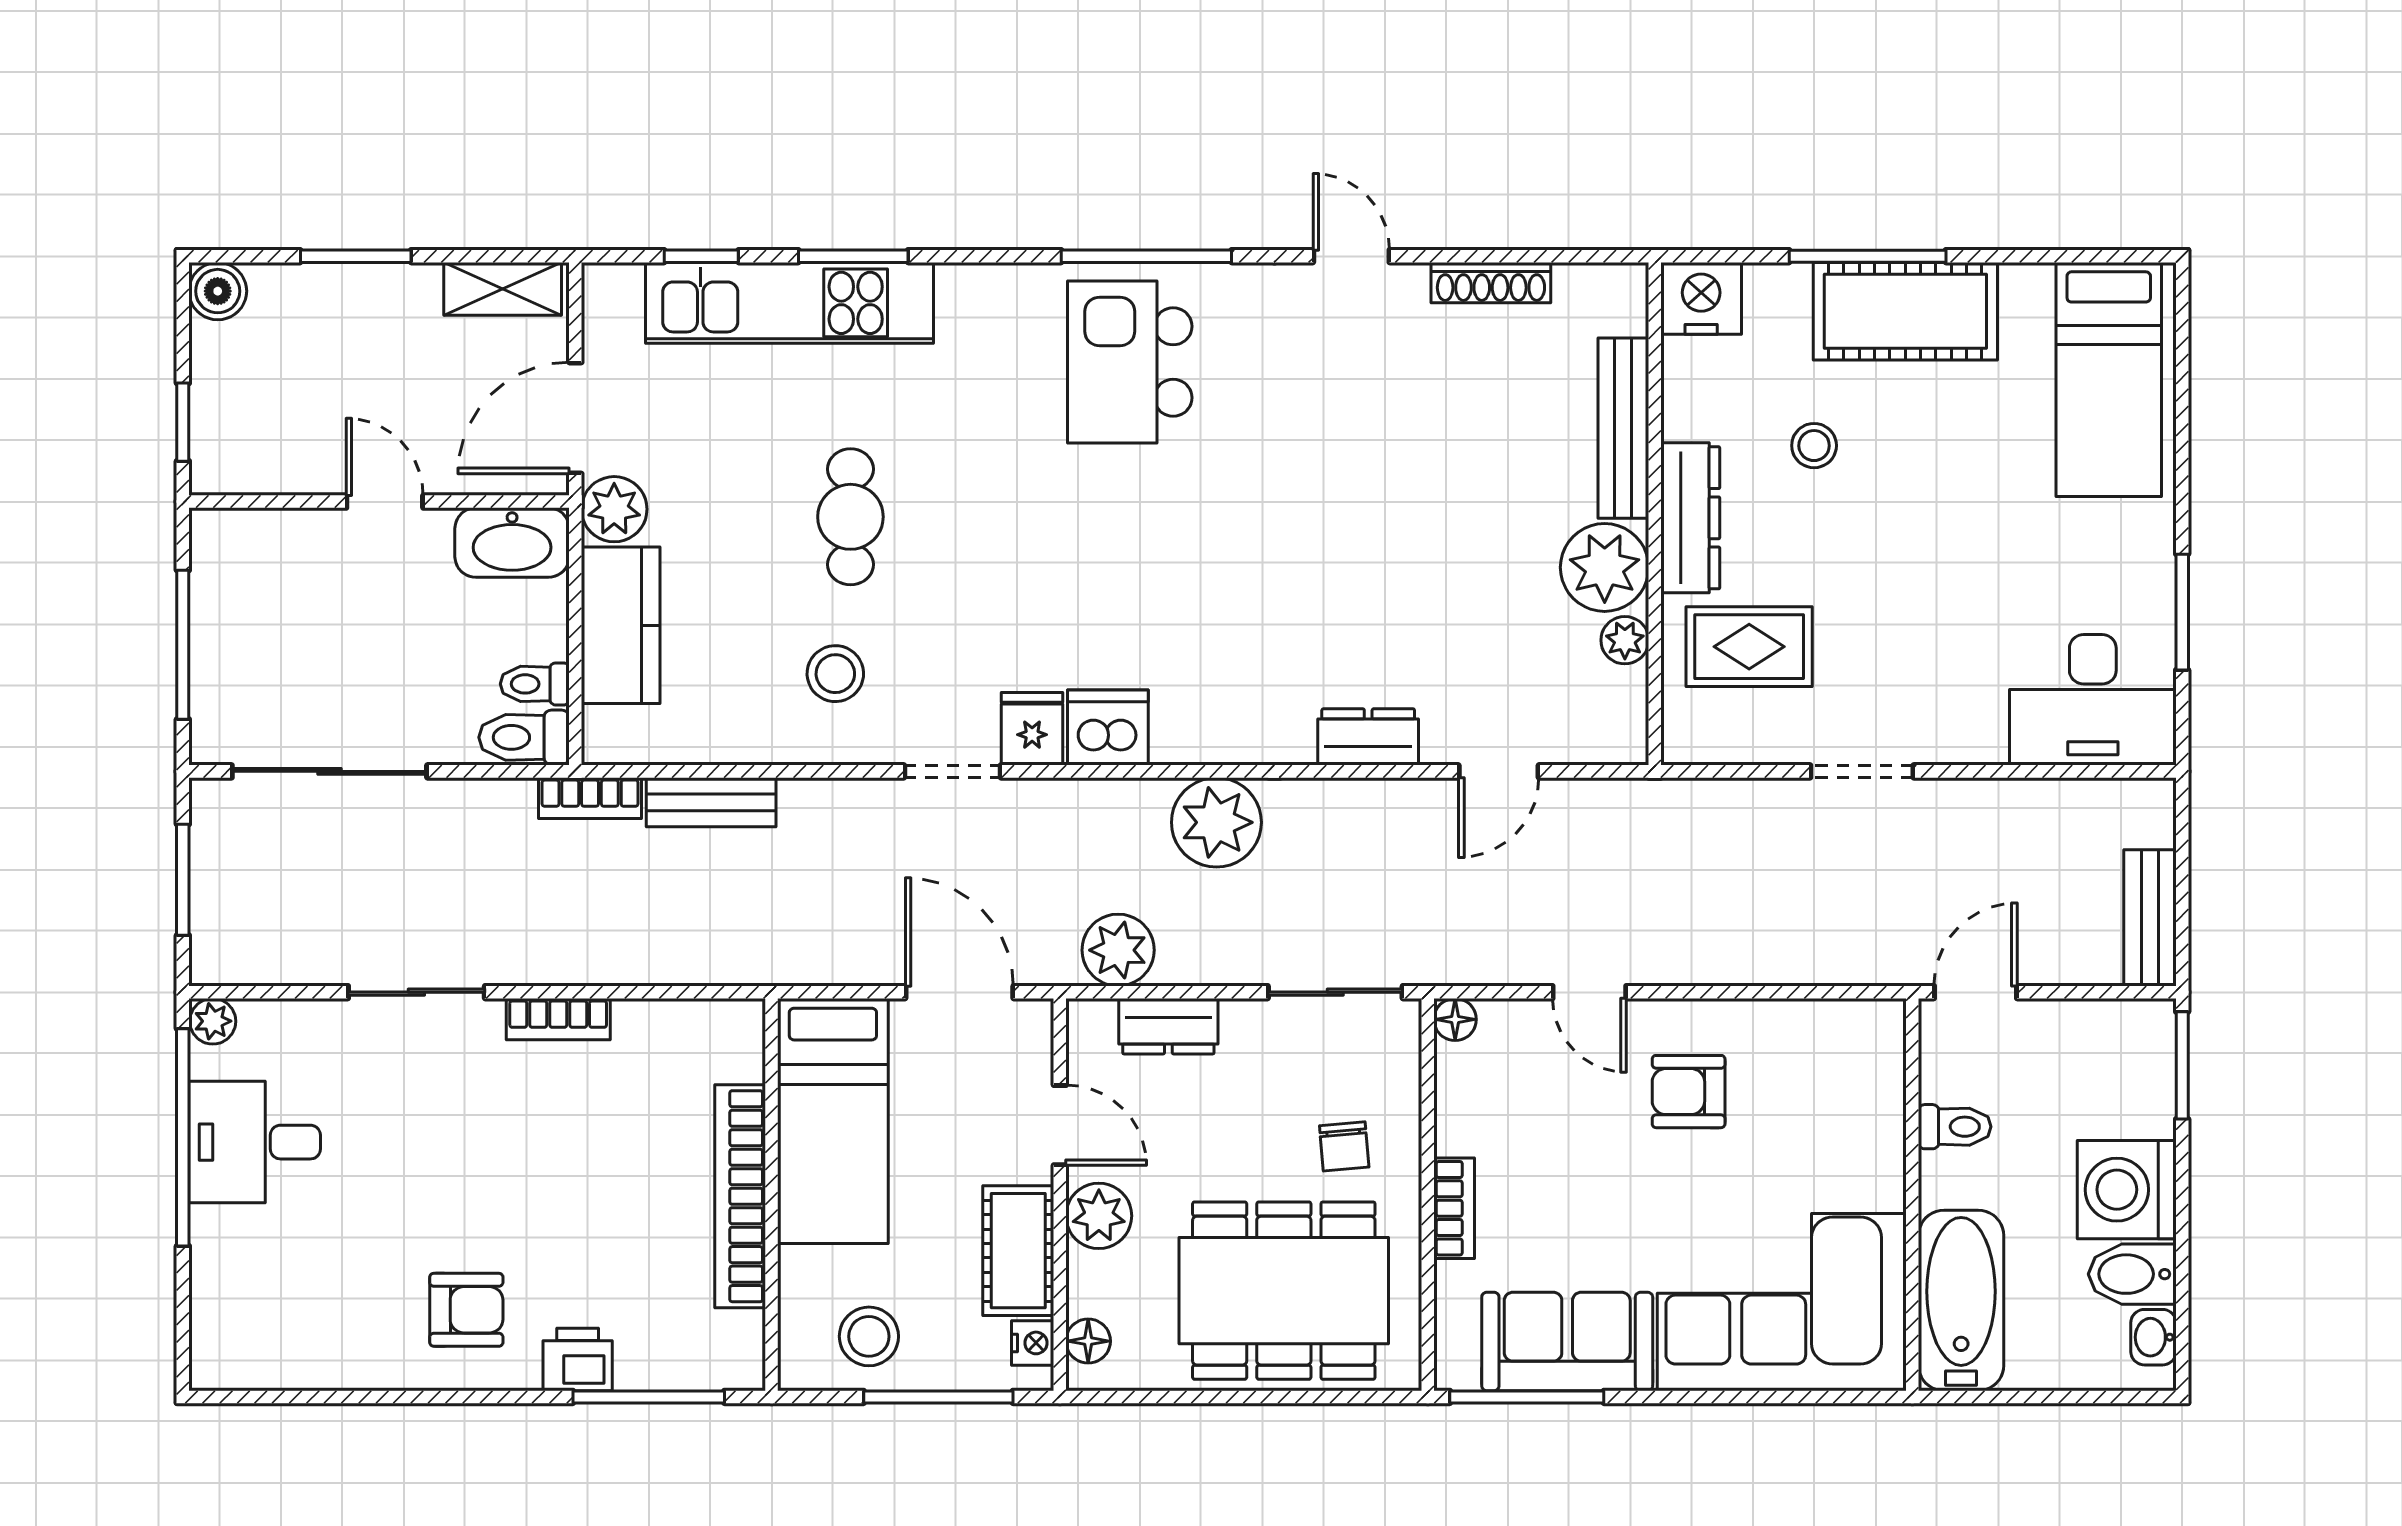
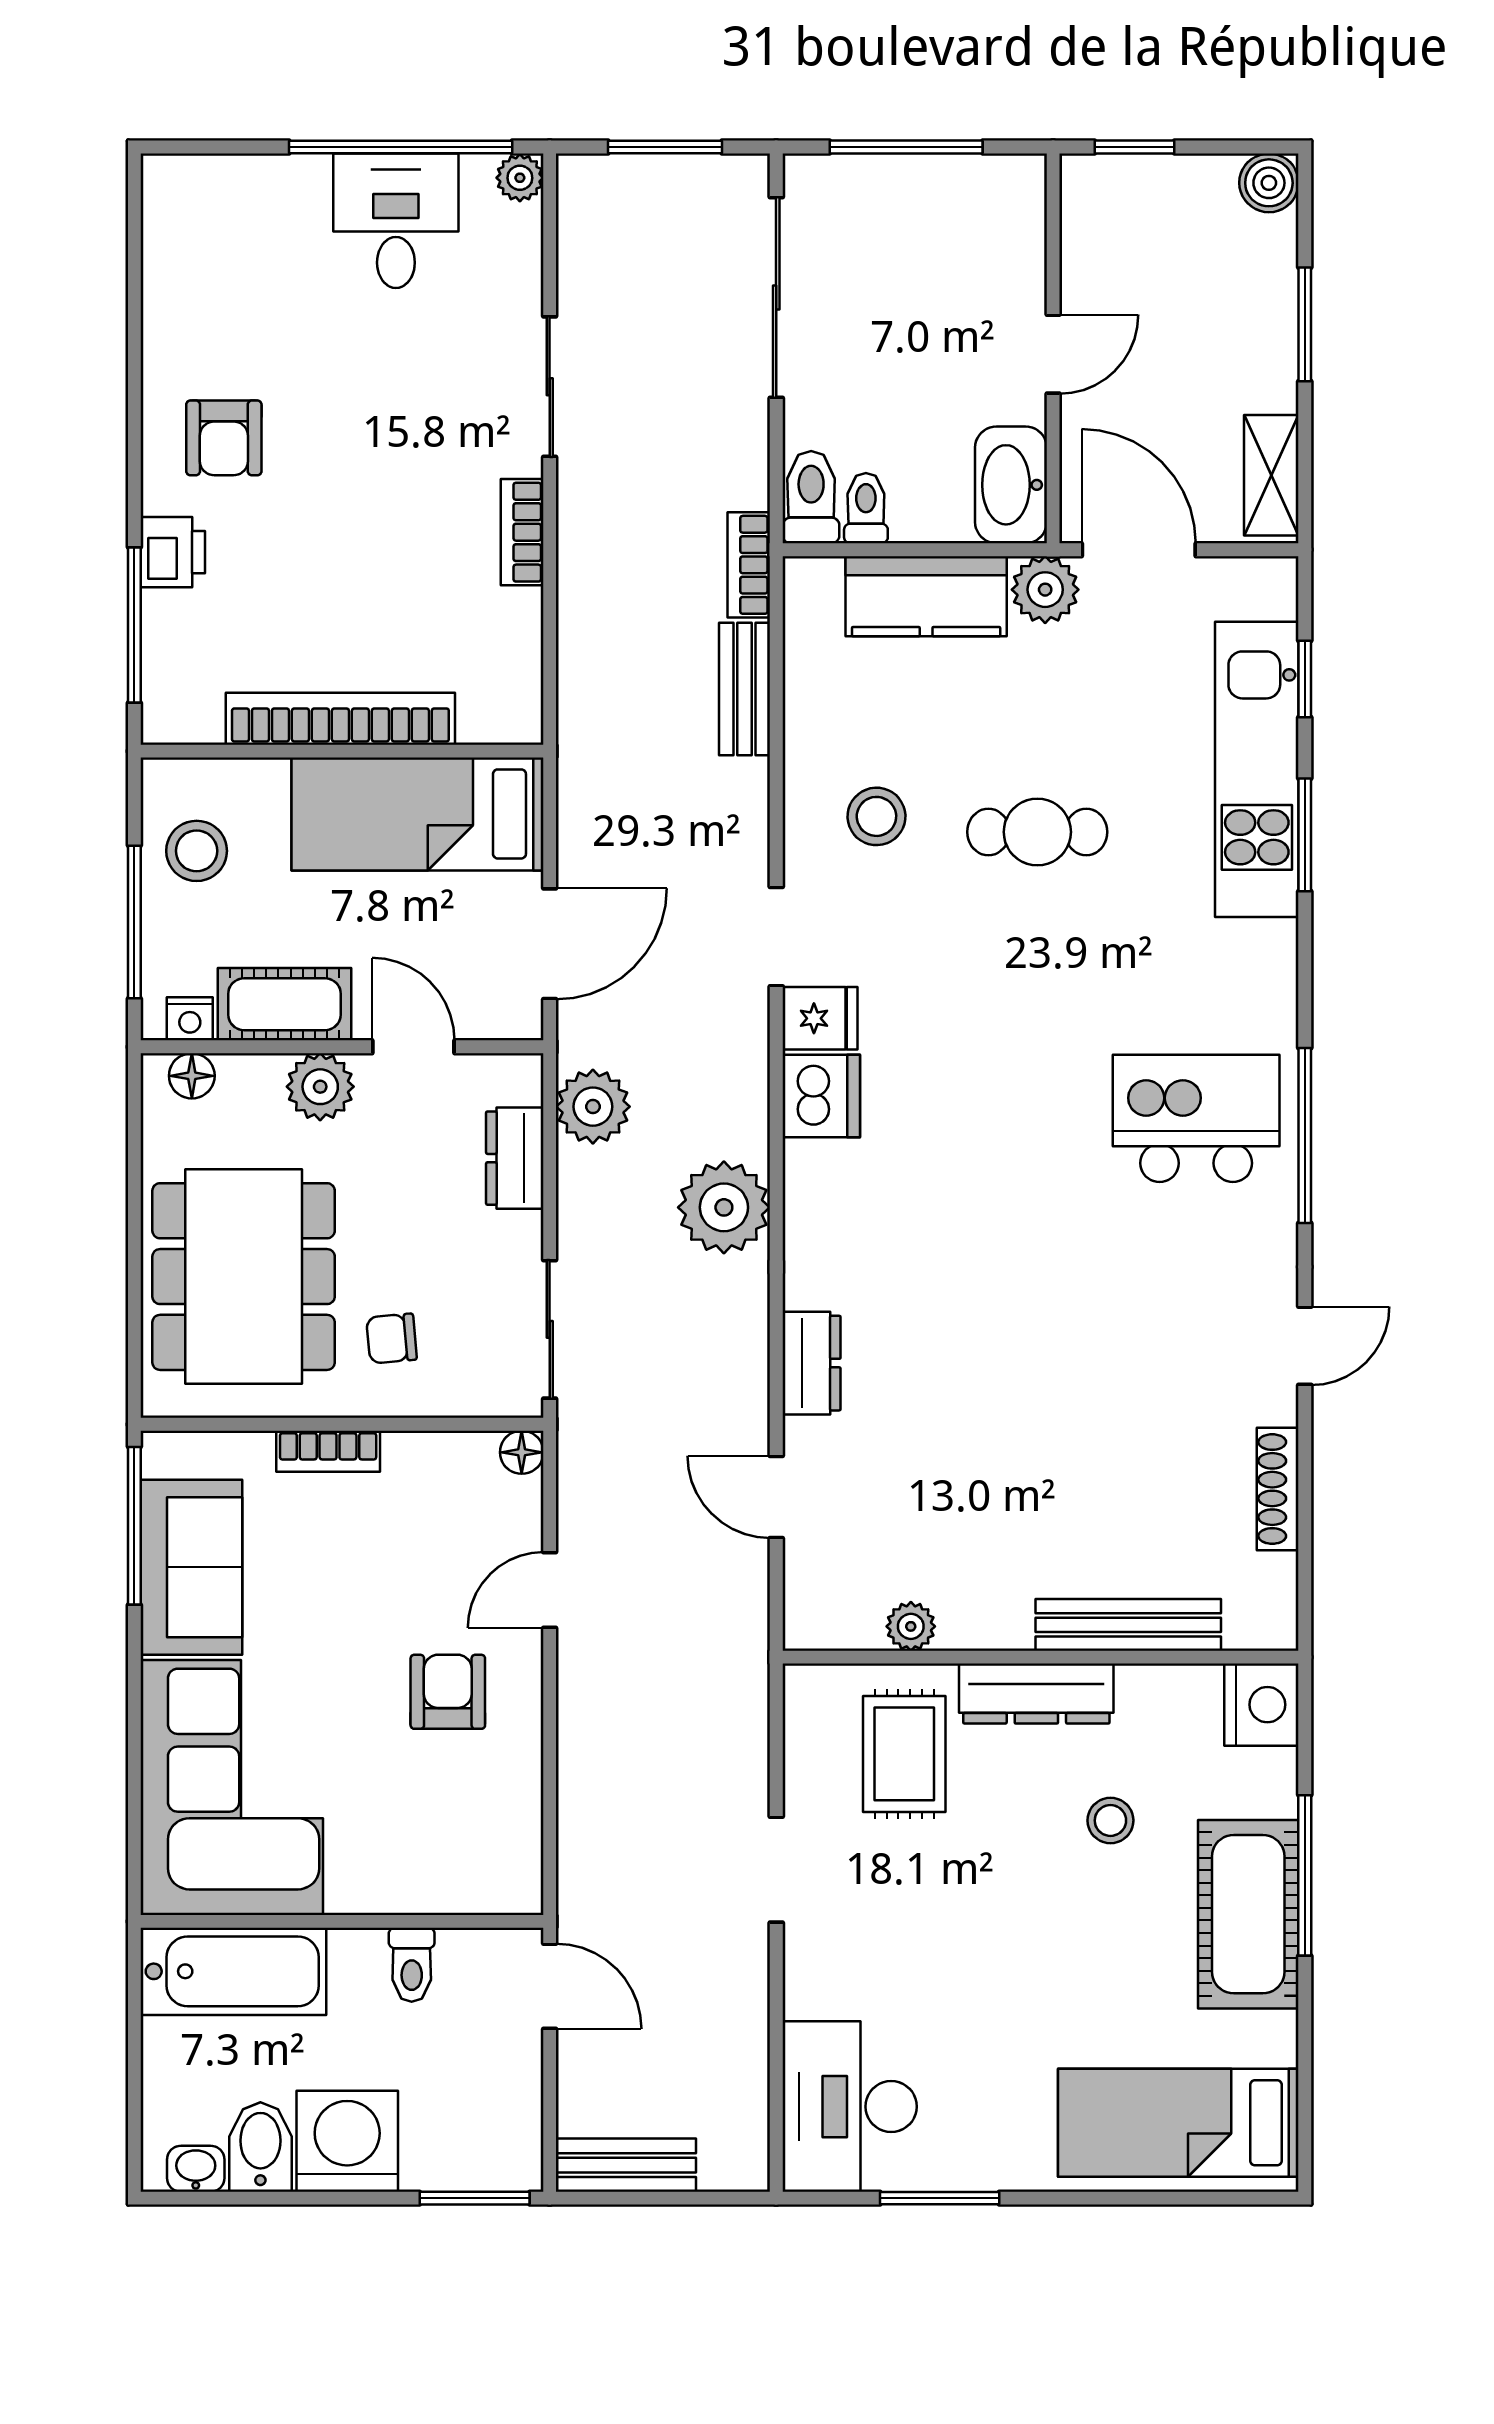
plant: (1605, 567) -> (985, 1606), removed
door: (1060, 1125) -> (413, 1047), swing flipped

